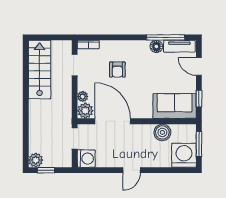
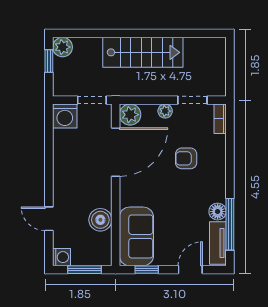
stairs: (40, 70) -> (143, 52), moved
plant: (83, 96) -> (165, 111), moved
washing machine: (184, 155) -> (61, 257), width x0.53, depth x0.53
door: (132, 170) -> (49, 219), moved

